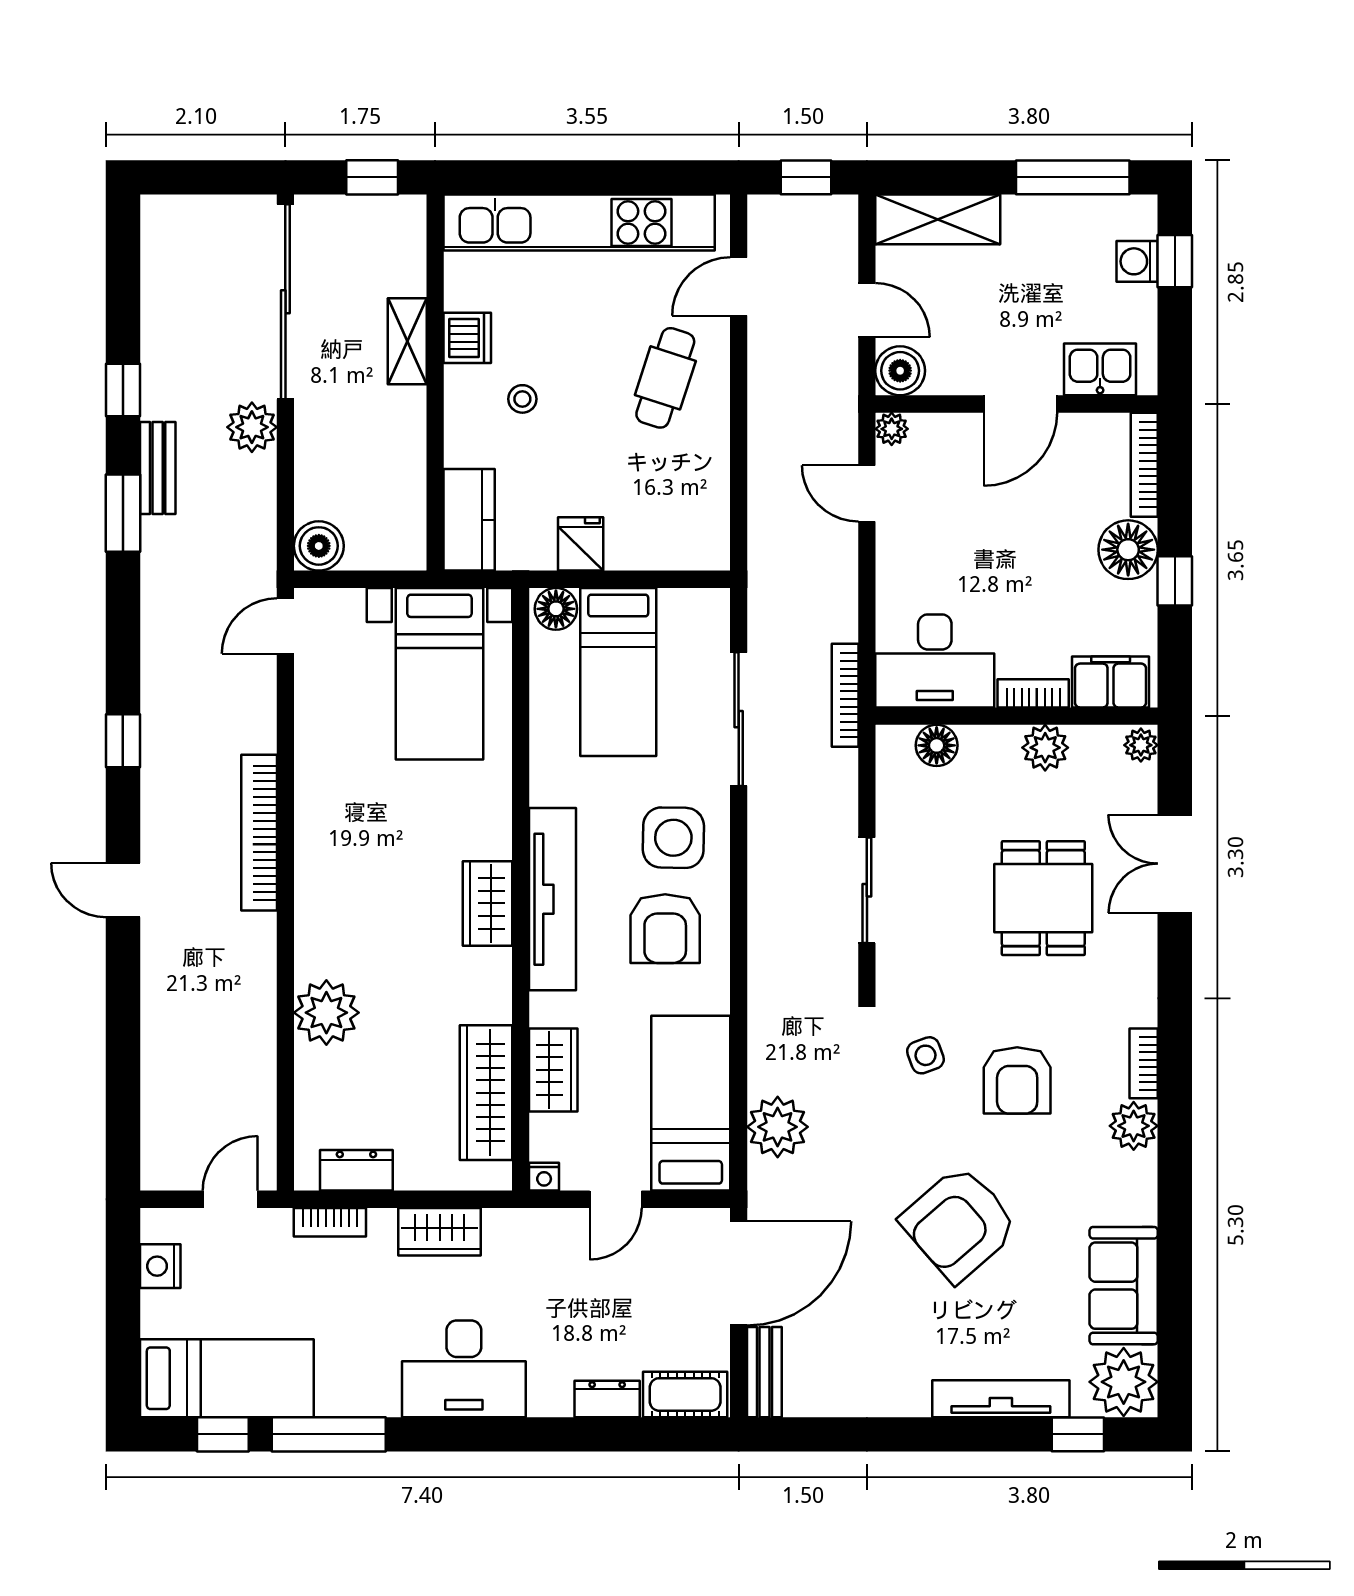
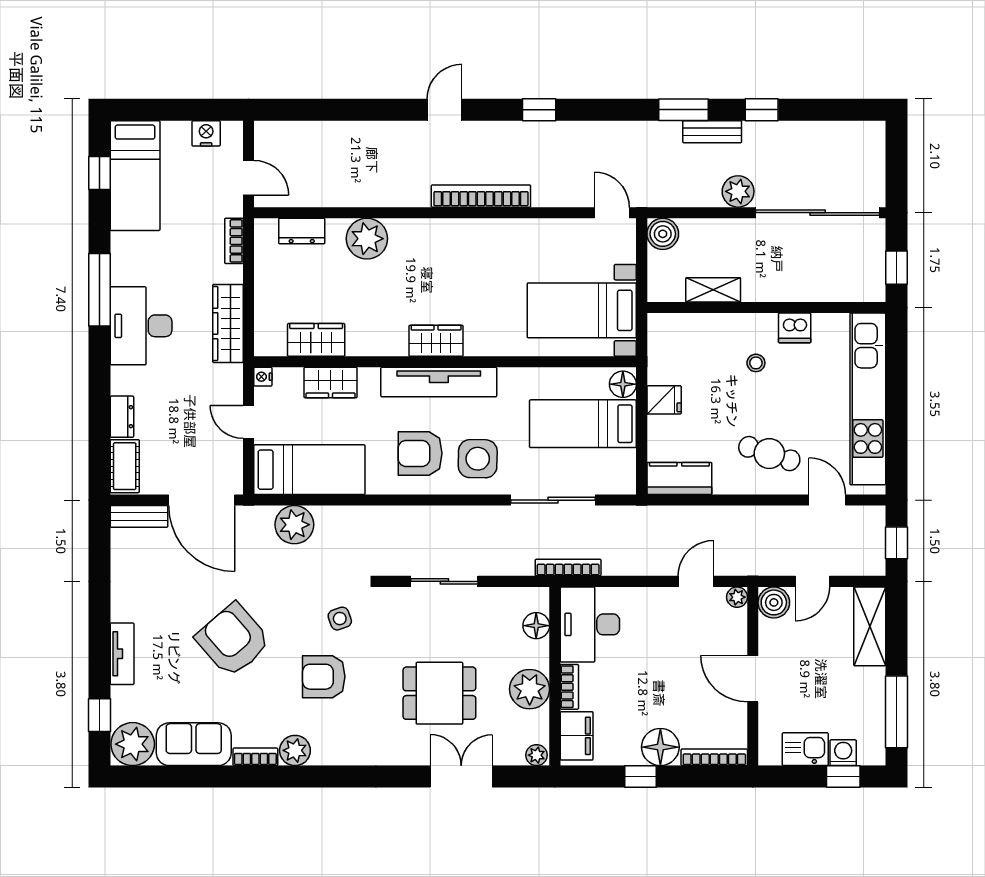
shelving: (407, 341) -> (713, 290), moved
kitchen sink: (1100, 369) -> (805, 749), moved, turned -90
kitchen counter: (469, 520) -> (679, 478), moved, turned 180
plant: (1045, 748) -> (530, 689), width x1.36, depth x1.36
bookcase: (1144, 1063) -> (255, 757), moved
wardrobe: (486, 1093) -> (316, 340), width x0.67
dresser: (356, 1170) -> (302, 231), moved, turned 90
wardrobe: (440, 1232) -> (228, 323), width x1.50
tv unit: (1001, 1399) -> (122, 654), width x0.71
window: (329, 1434) -> (99, 290), moved

